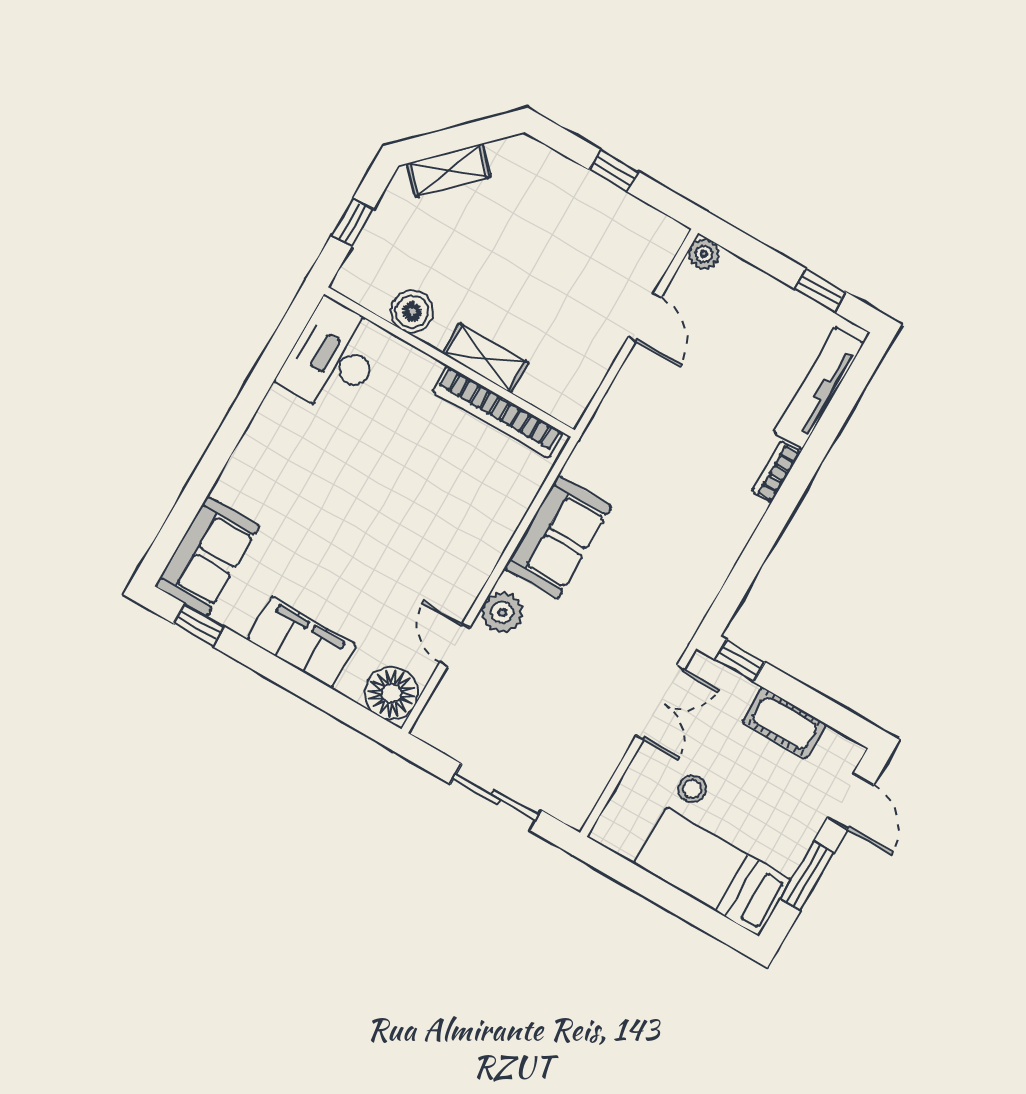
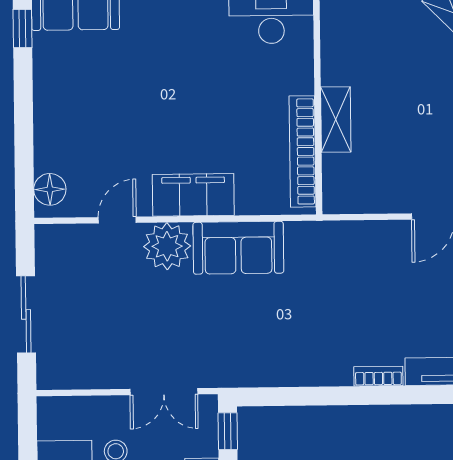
boiler: (412, 312) -> (338, 47), removed
plant: (502, 613) -> (167, 246), width x1.36, depth x1.36
filing cabinet: (302, 642) -> (193, 195), moved, turned -90
floor lamp: (392, 693) -> (50, 189), width x0.73, depth x0.73

